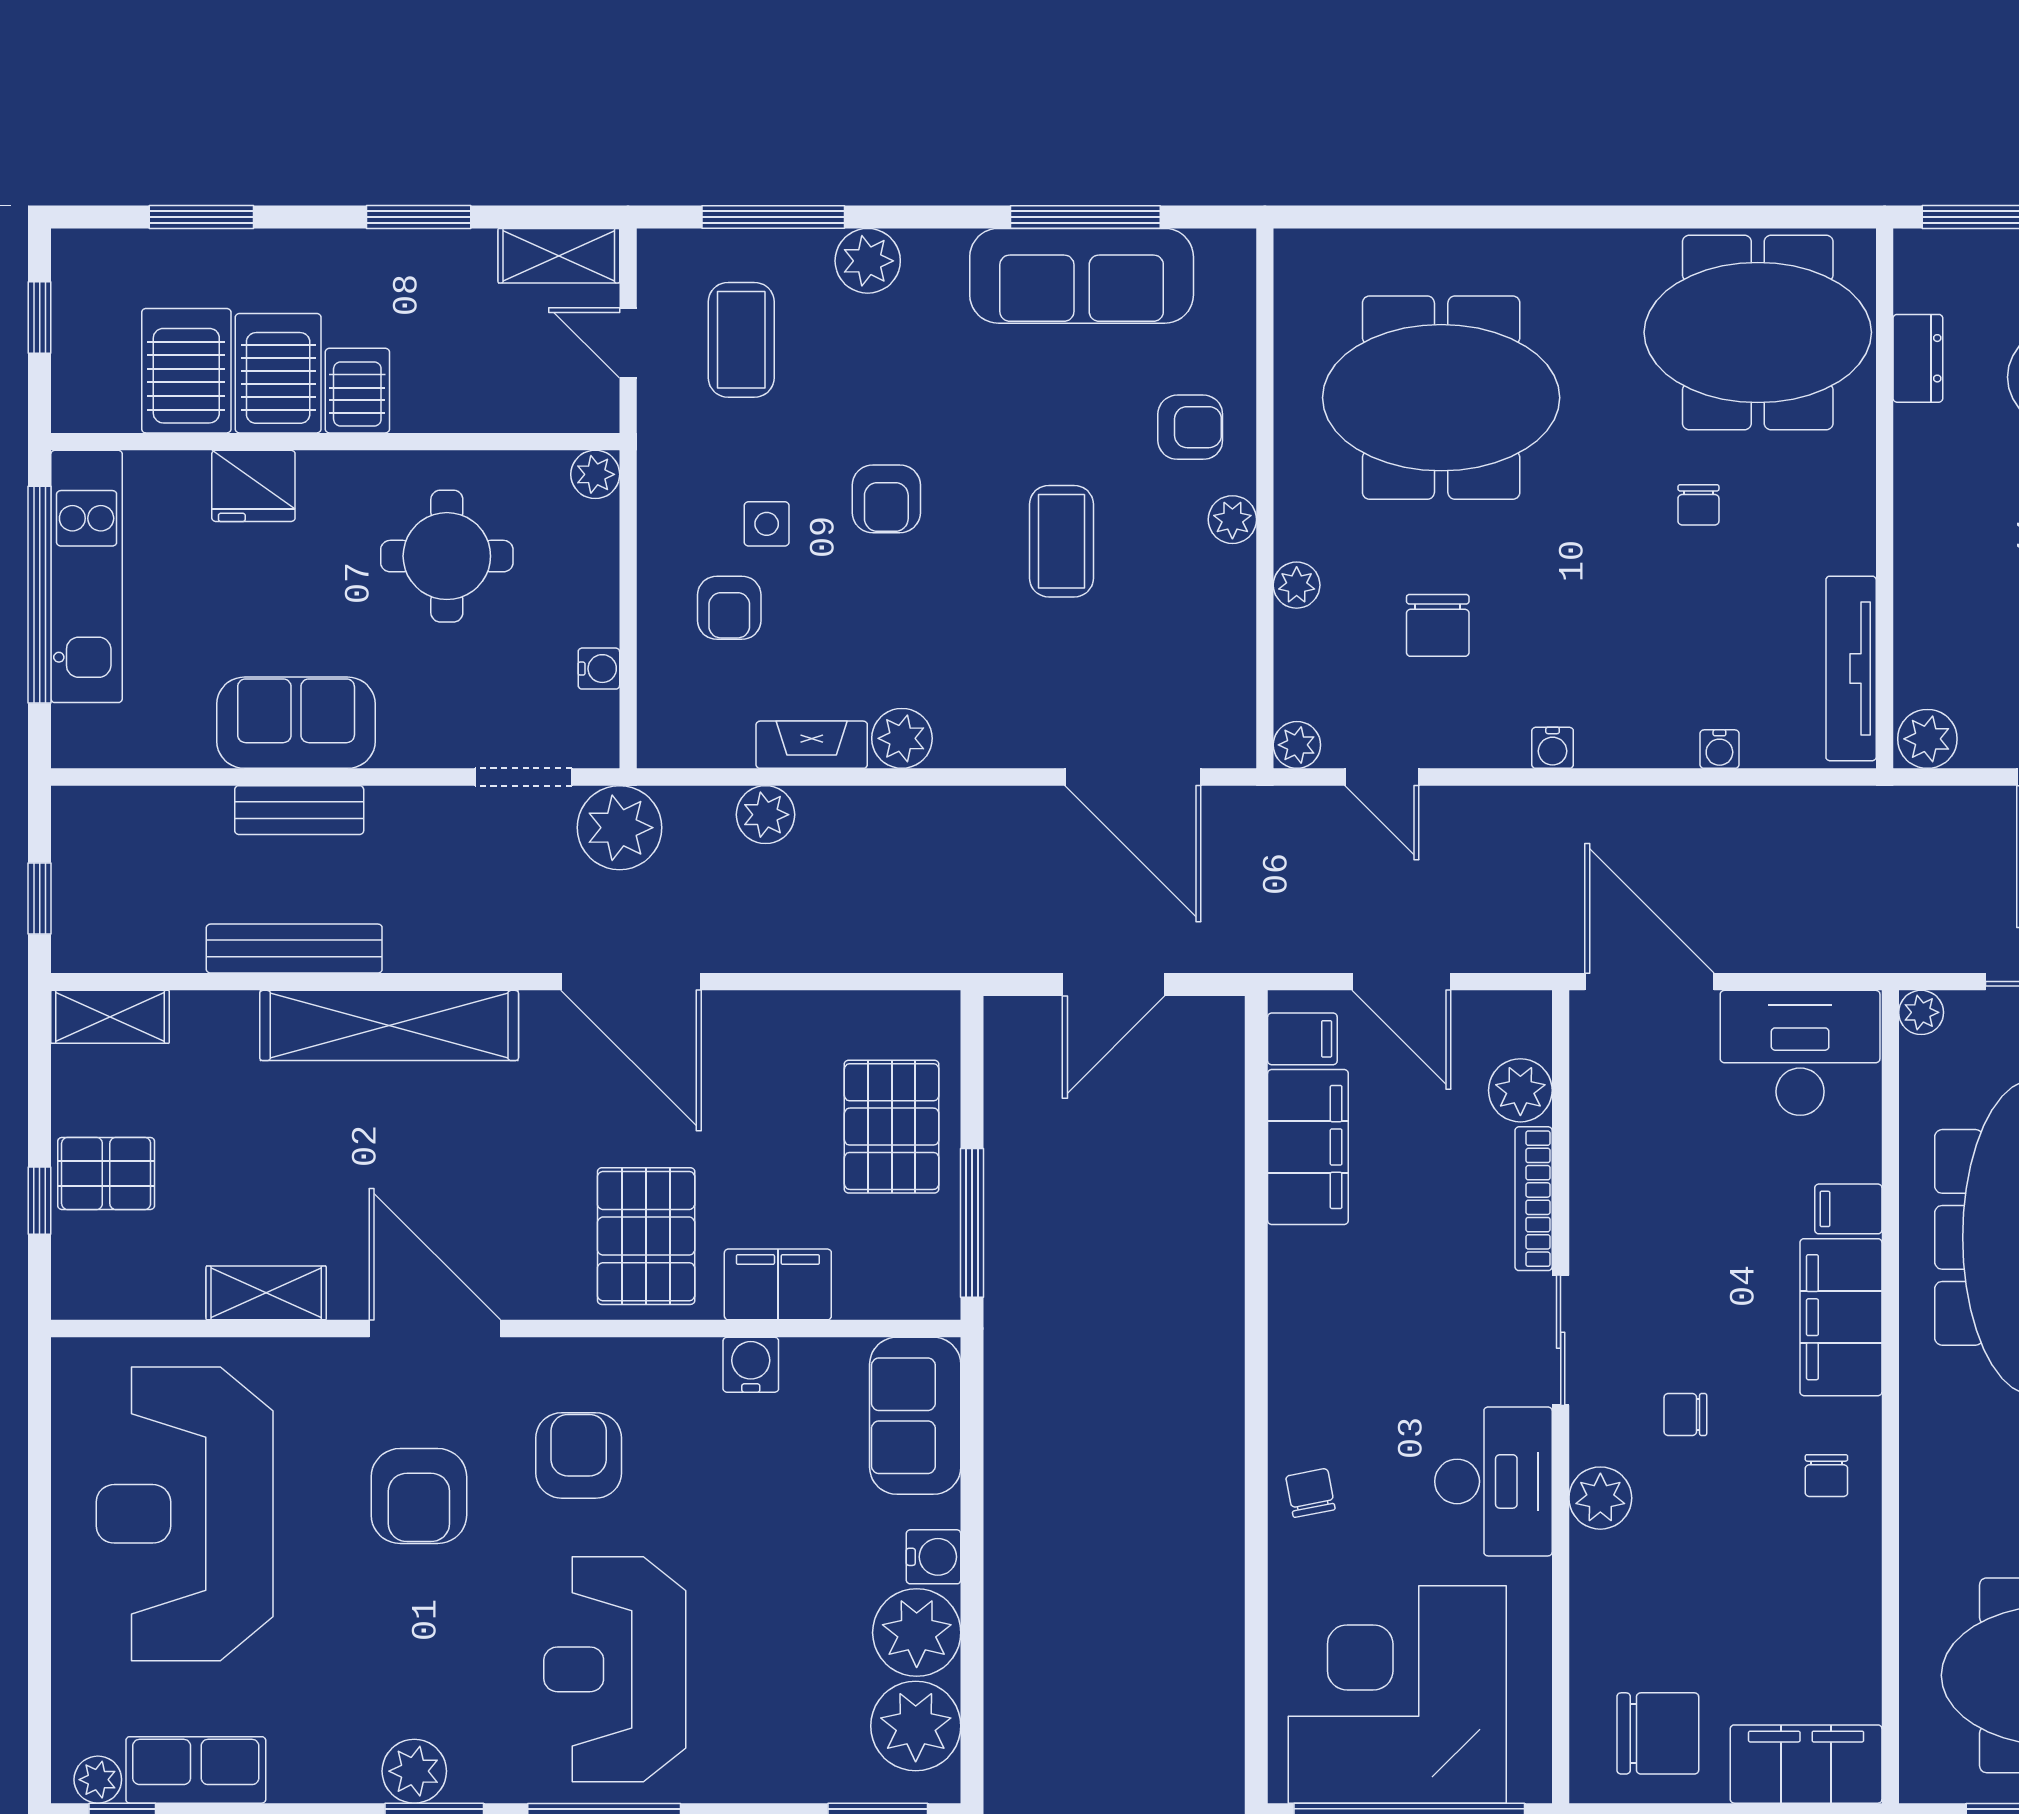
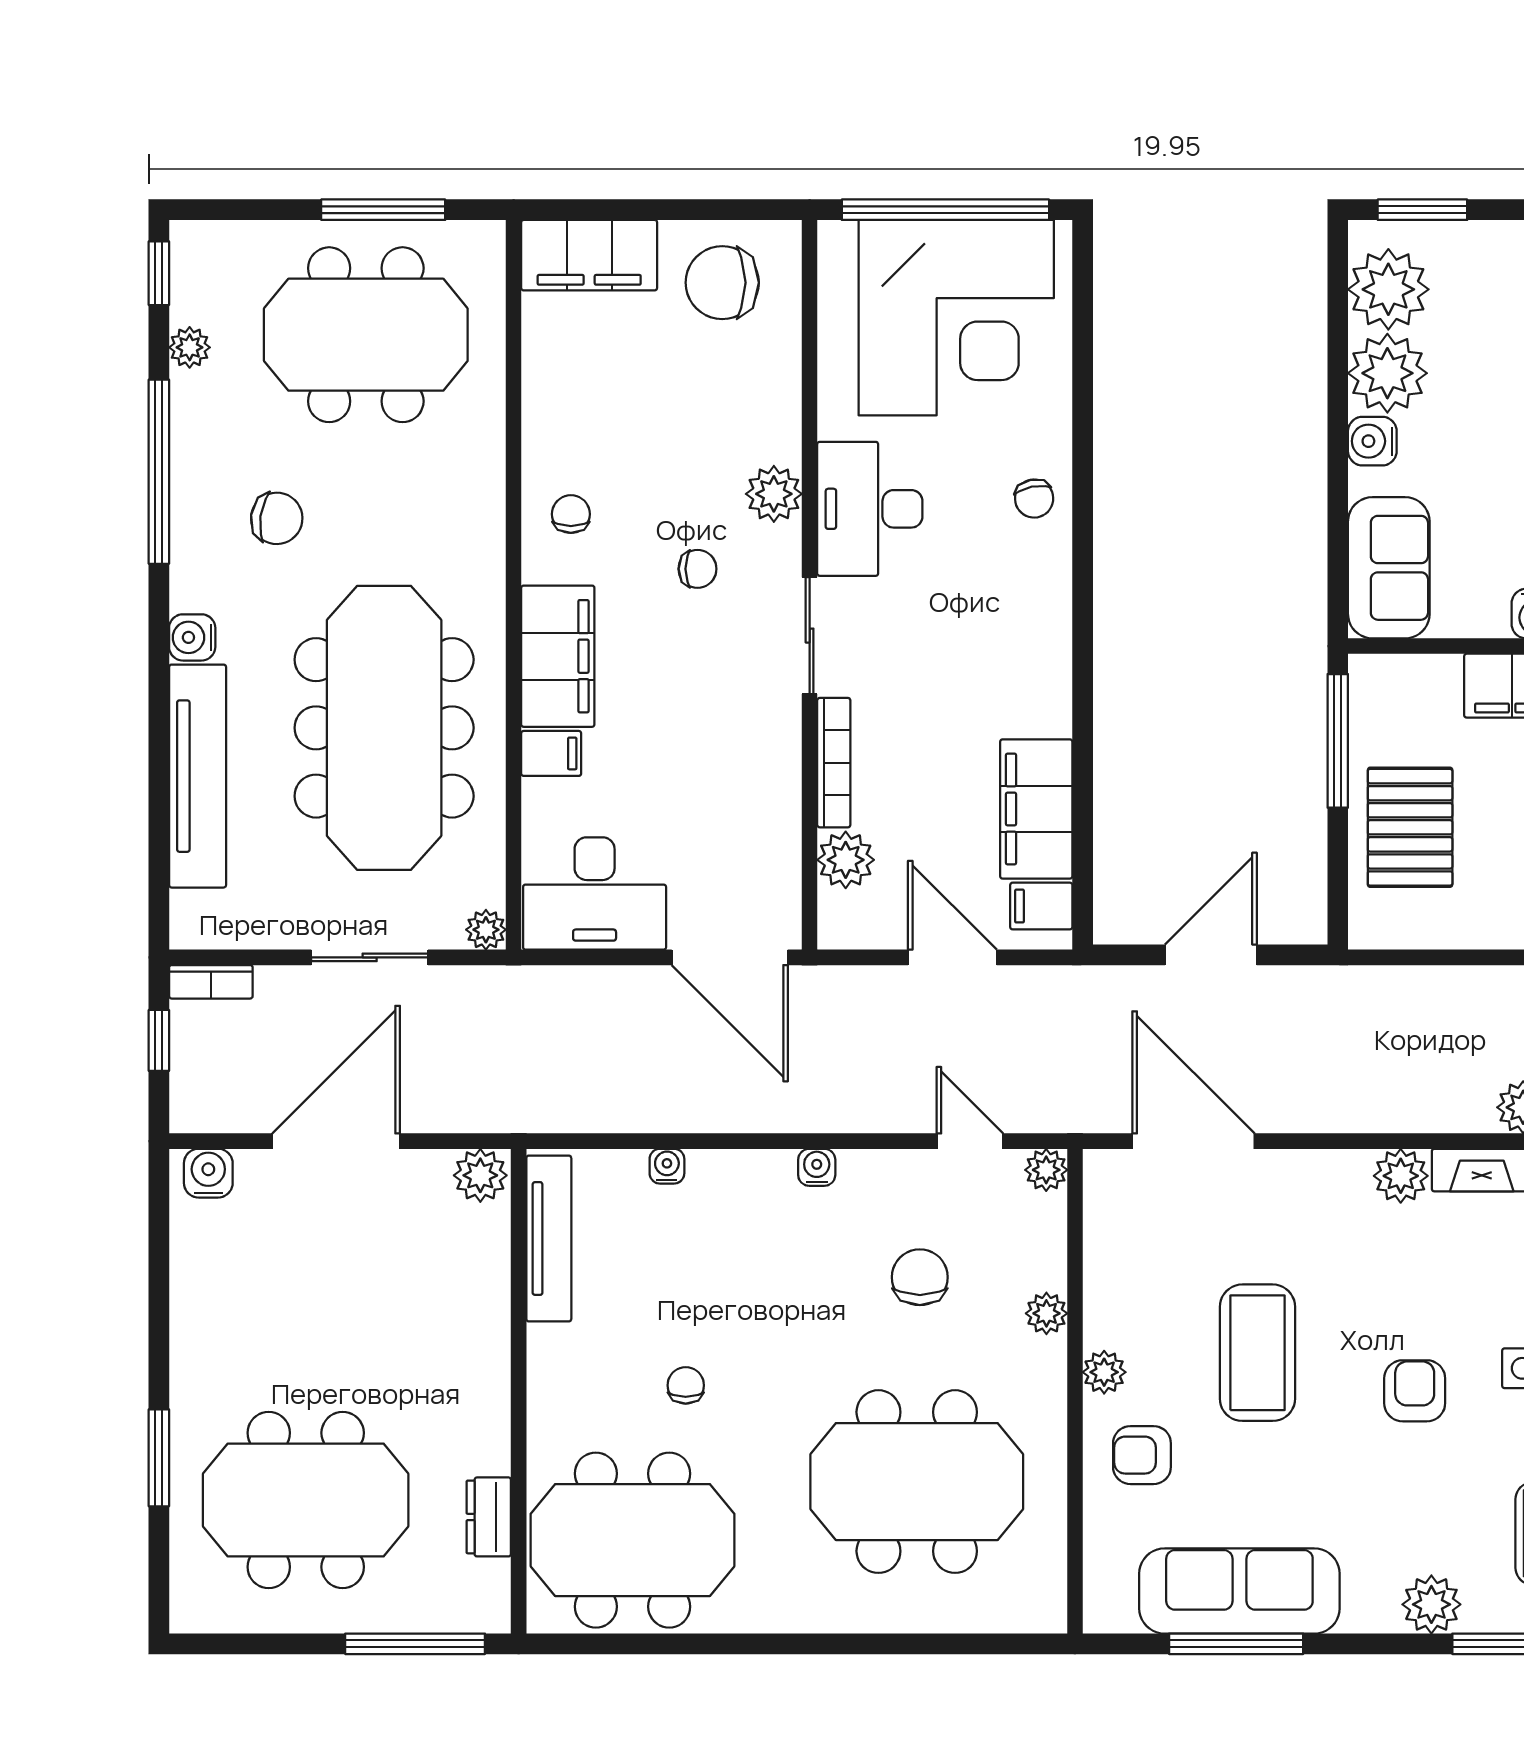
coffee table: (1061, 541) -> (1257, 1353), width x1.36, depth x1.32

